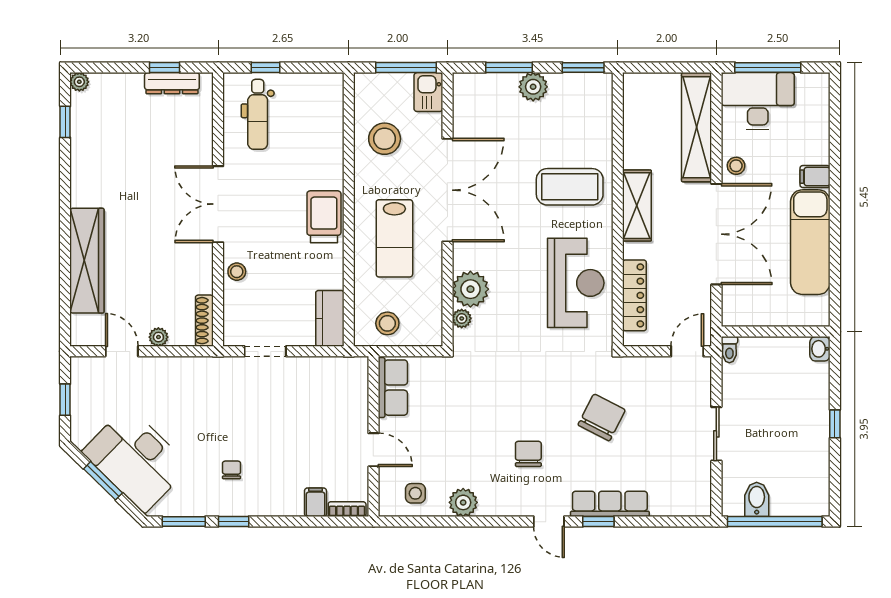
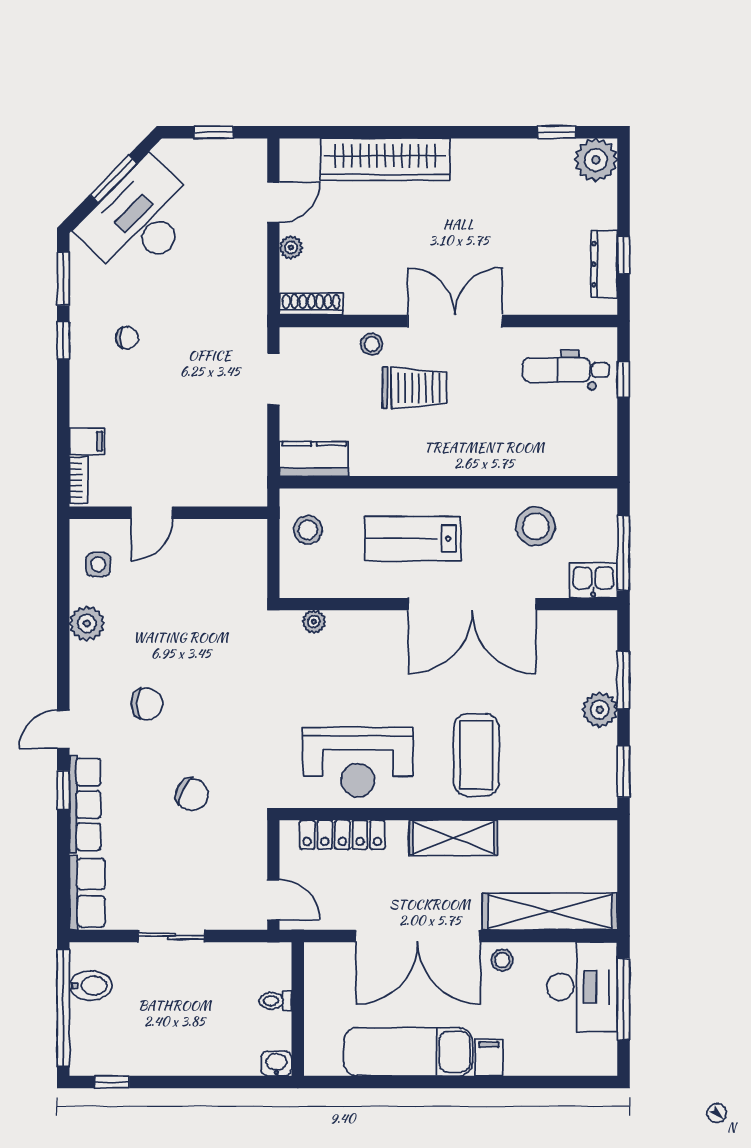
plant: (79, 82) -> (596, 160), width x1.87, depth x1.87
trolley: (324, 217) -> (414, 388), moved
plant: (470, 289) -> (350, 632), removed
toilet: (729, 350) -> (275, 1001), moved
row of seats: (393, 388) -> (87, 893), moved, turned -90
chair: (602, 417) -> (192, 794), width x0.73, depth x0.73
window: (835, 424) -> (112, 1082), moved

